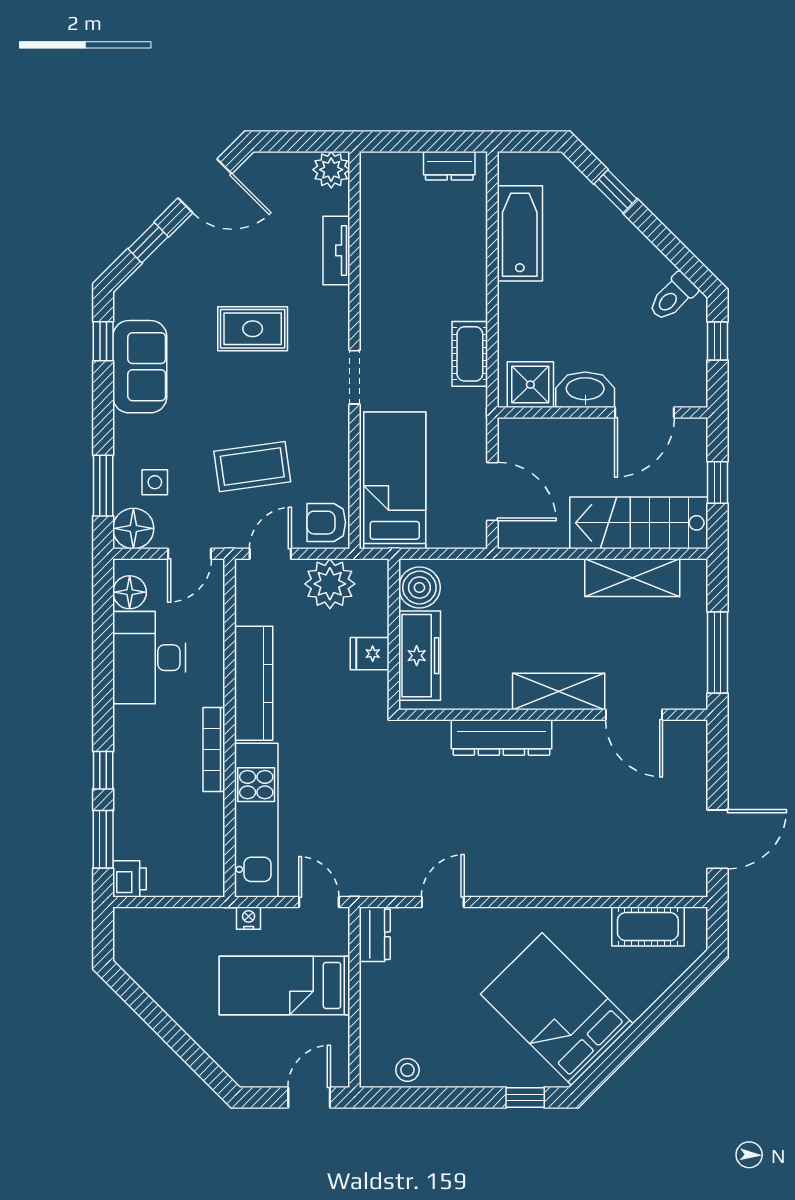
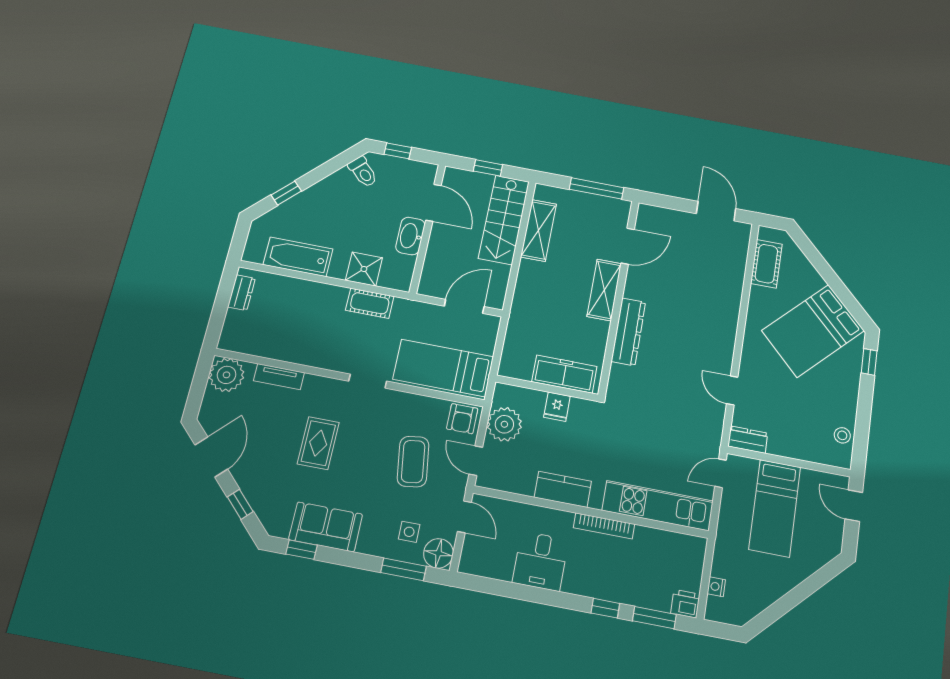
plant: (331, 170) -> (227, 375), width x1.36, depth x1.36
shower: (530, 385) -> (364, 269), moved
boiler: (419, 588) -> (519, 365), removed
floor lamp: (130, 592) -> (483, 565), removed
desk: (149, 658) -> (540, 561), width x0.73
kitchen counter: (254, 683) -> (563, 489), width x0.67
nightstand: (249, 918) -> (716, 587), moved

